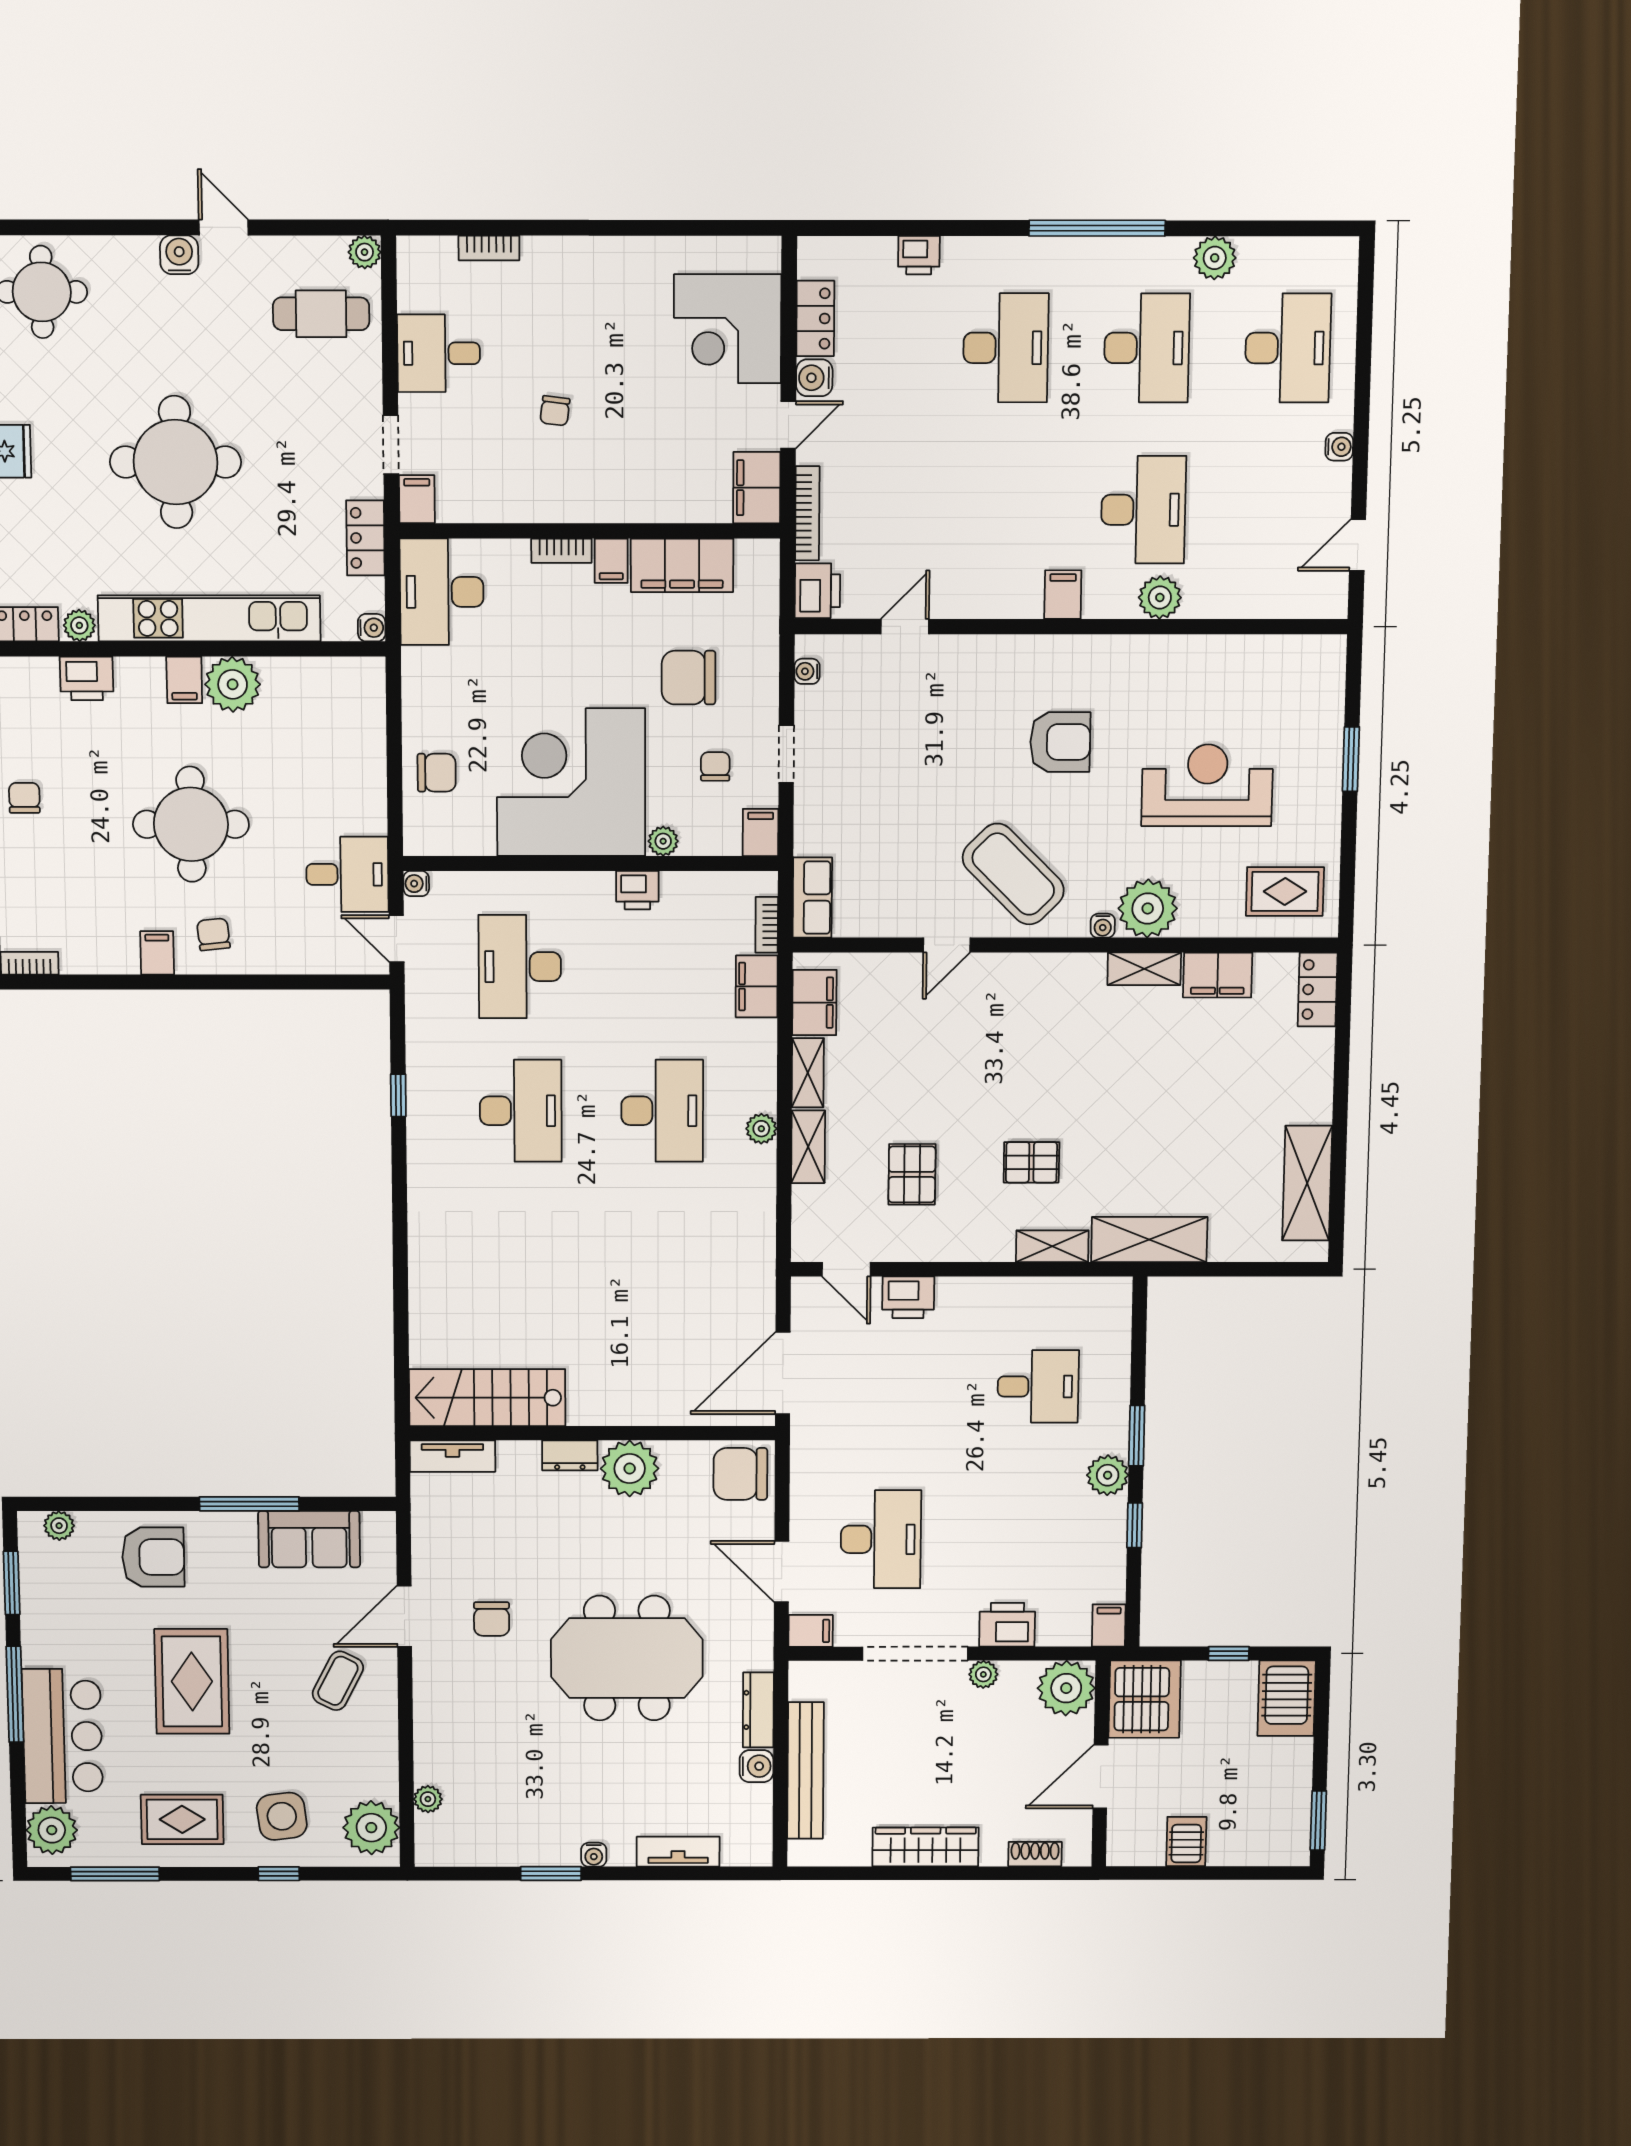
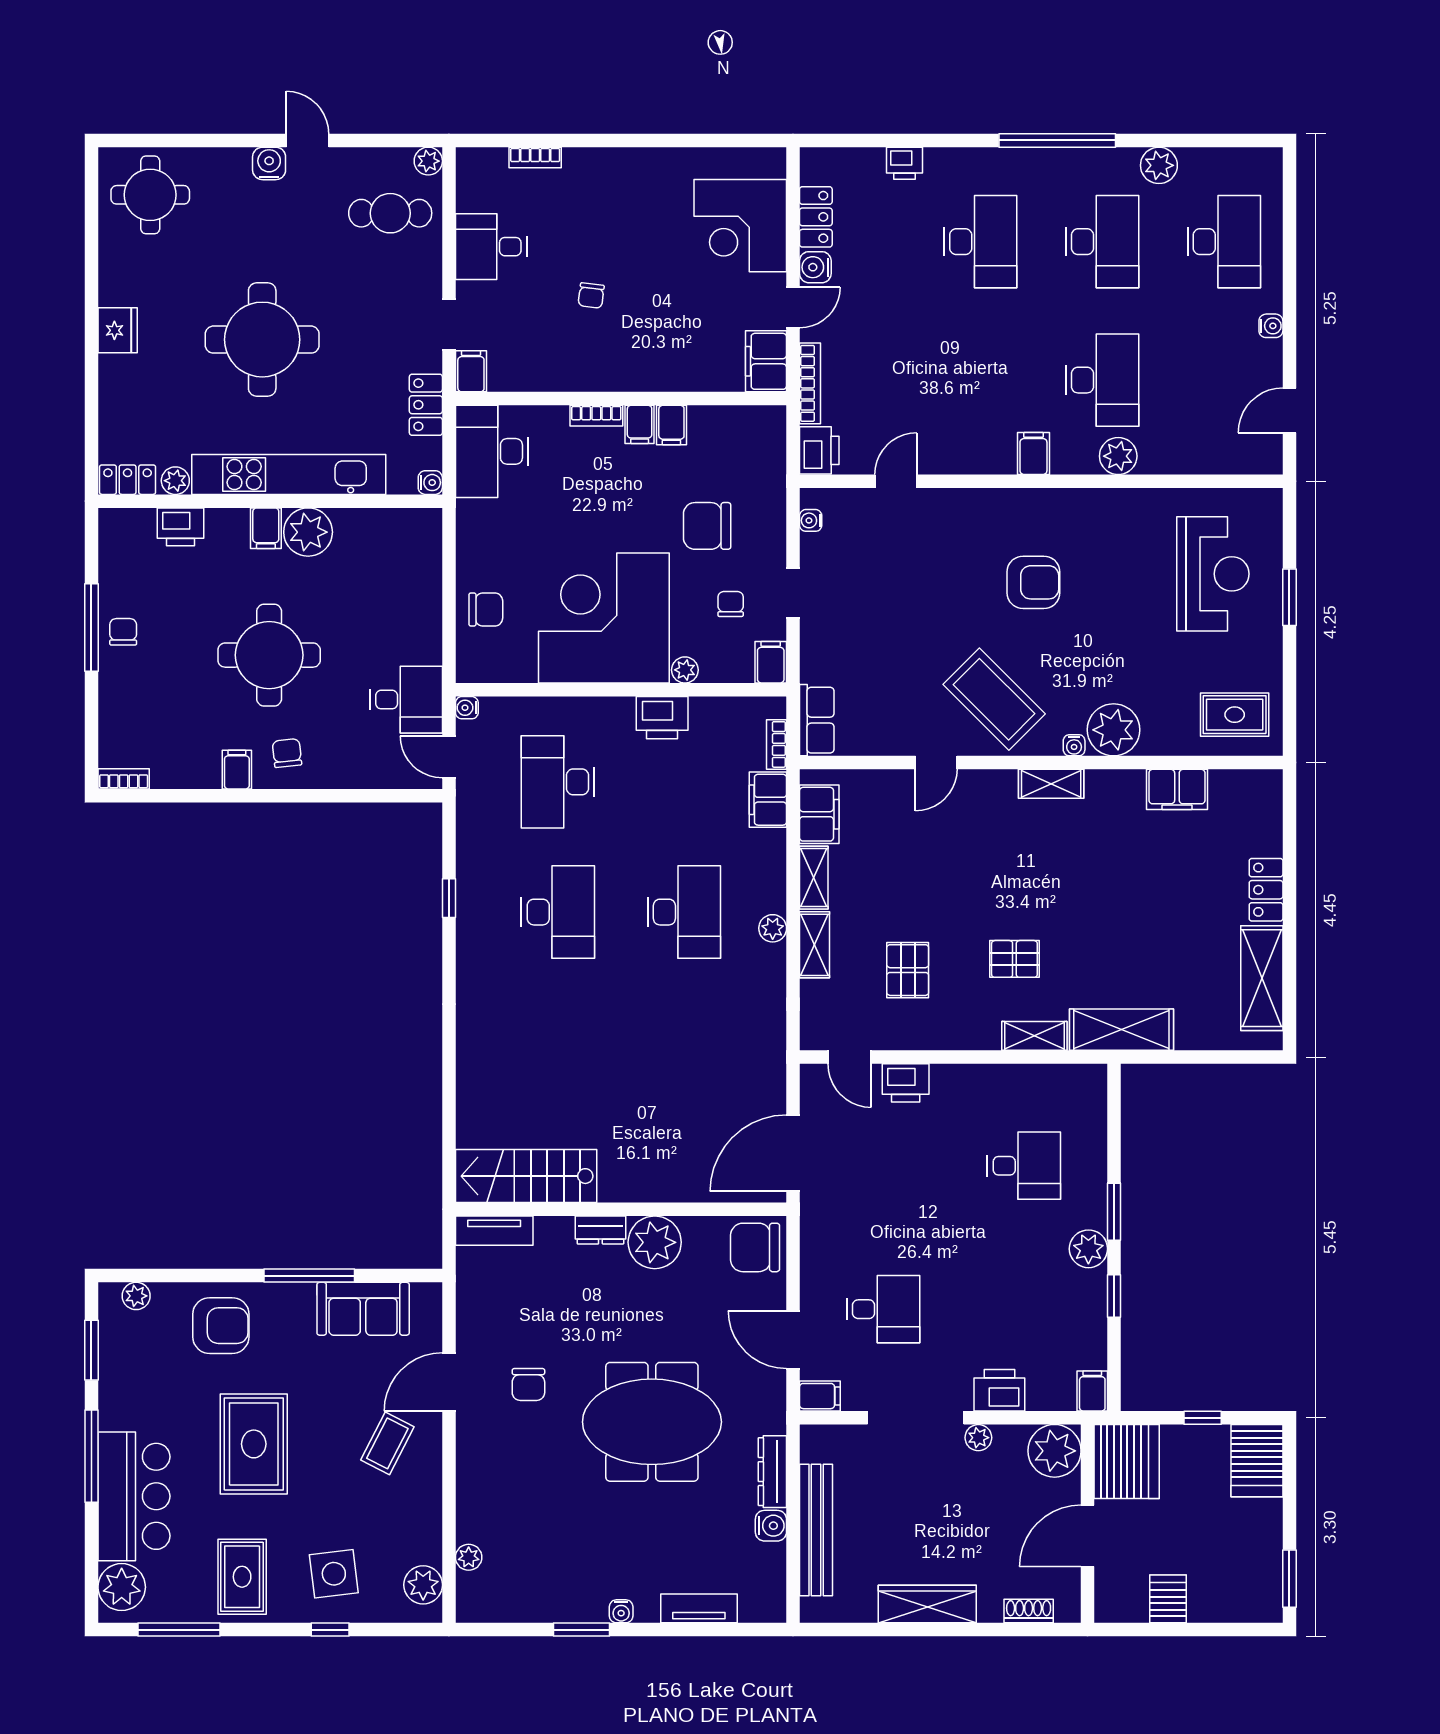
filing cabinet: (682, 565) -> (671, 425), width x0.33, depth x0.86
reception desk: (1207, 785) -> (1213, 574), moved, turned 90
printer: (637, 890) -> (662, 718), width x1.36, depth x1.24
shelving: (1144, 969) -> (1051, 784), moved
locker: (1318, 989) -> (1266, 890), moved
desk: (881, 1539) -> (883, 1309), width x0.73
rug: (182, 1819) -> (242, 1577), turned 90
plant: (371, 1828) -> (423, 1585), width x0.73, depth x0.73

